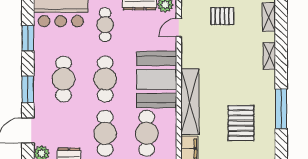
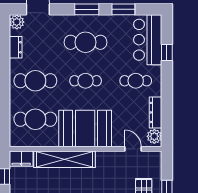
cafe table: (105, 79) -> (86, 81), width x0.73, depth x0.74
window: (28, 89) -> (87, 9), moved

